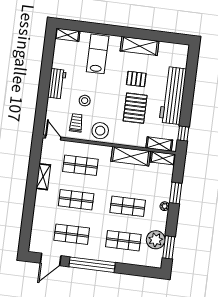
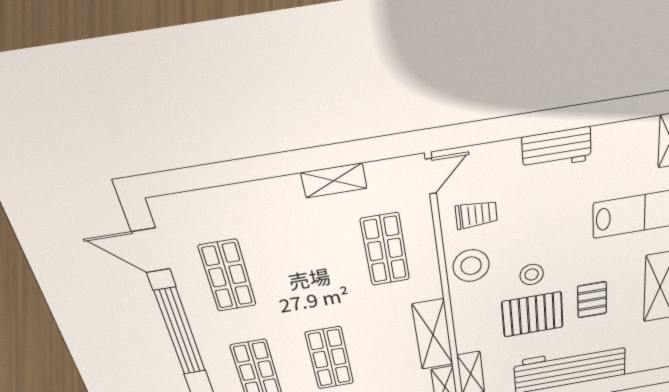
stool: (85, 101) -> (532, 275), moved
shop shelf: (76, 200) -> (307, 263), removed

